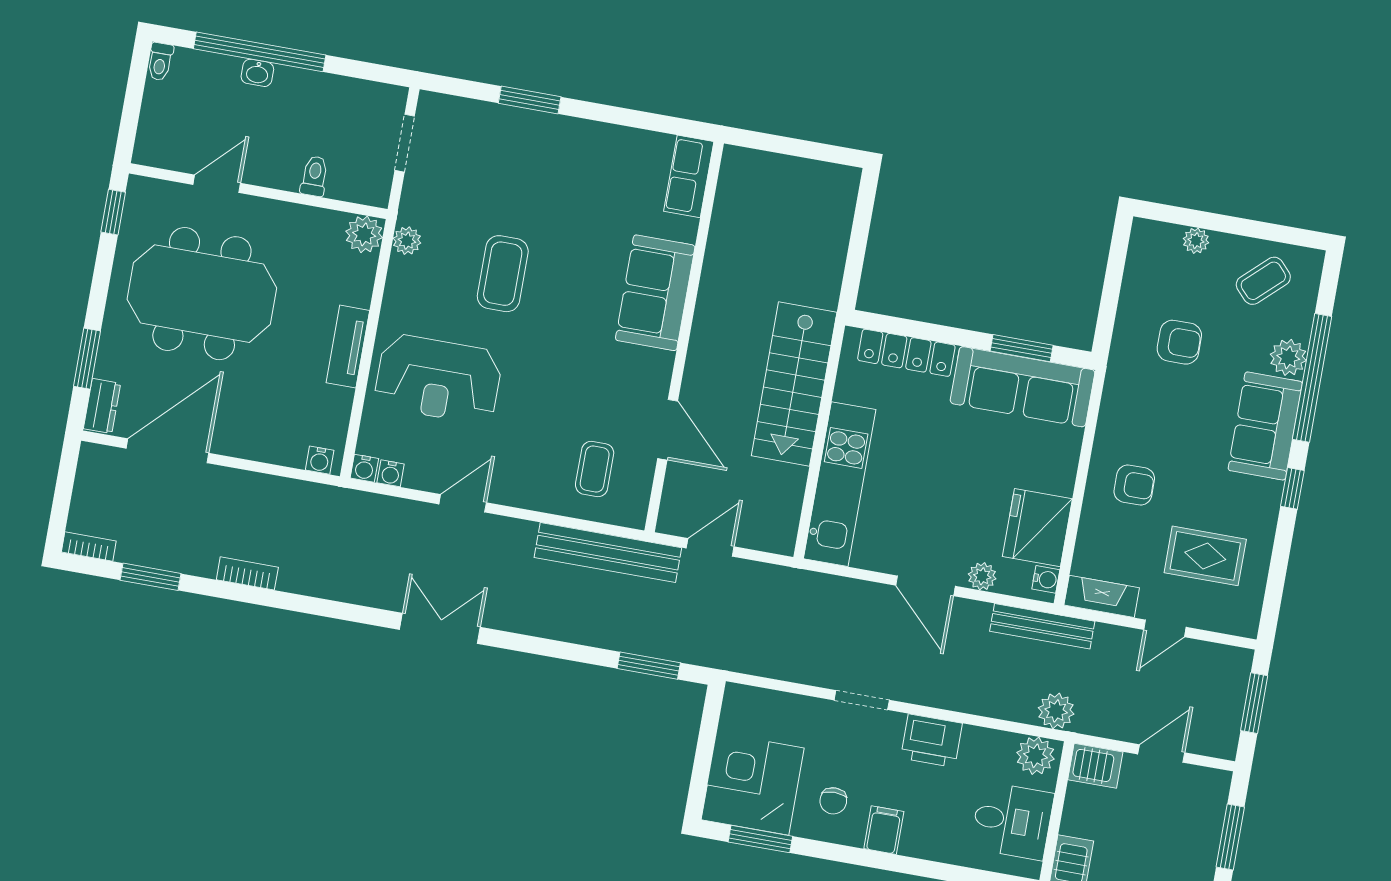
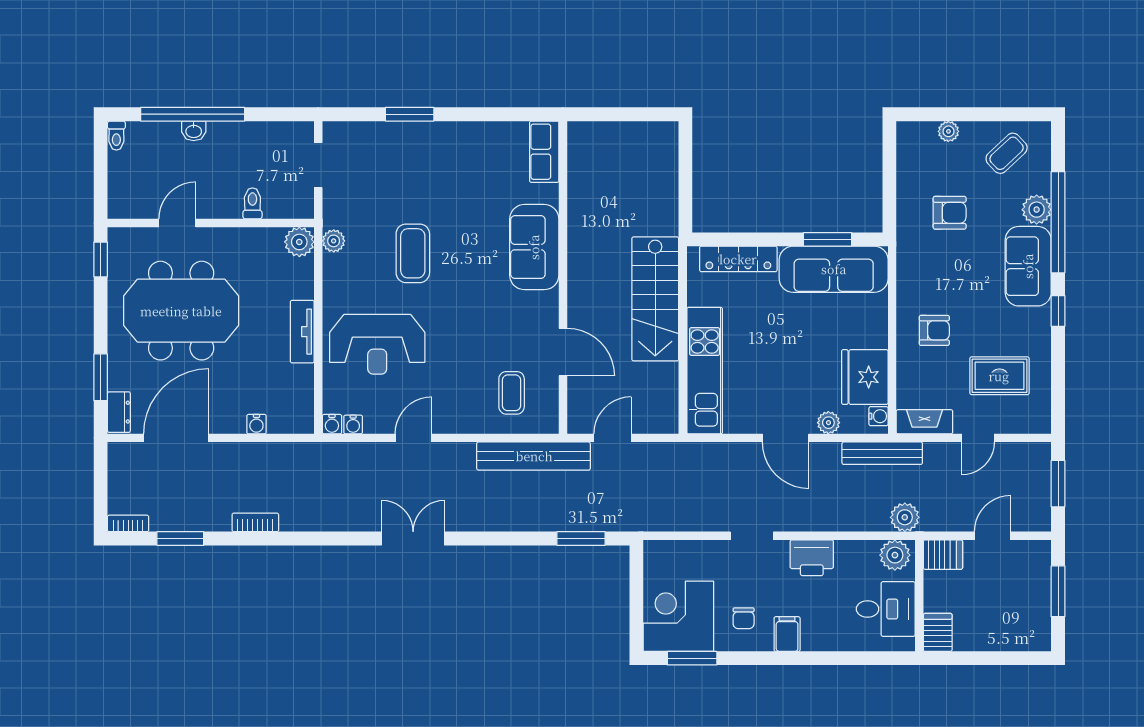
water cooler: (320, 460) -> (256, 424), moved

